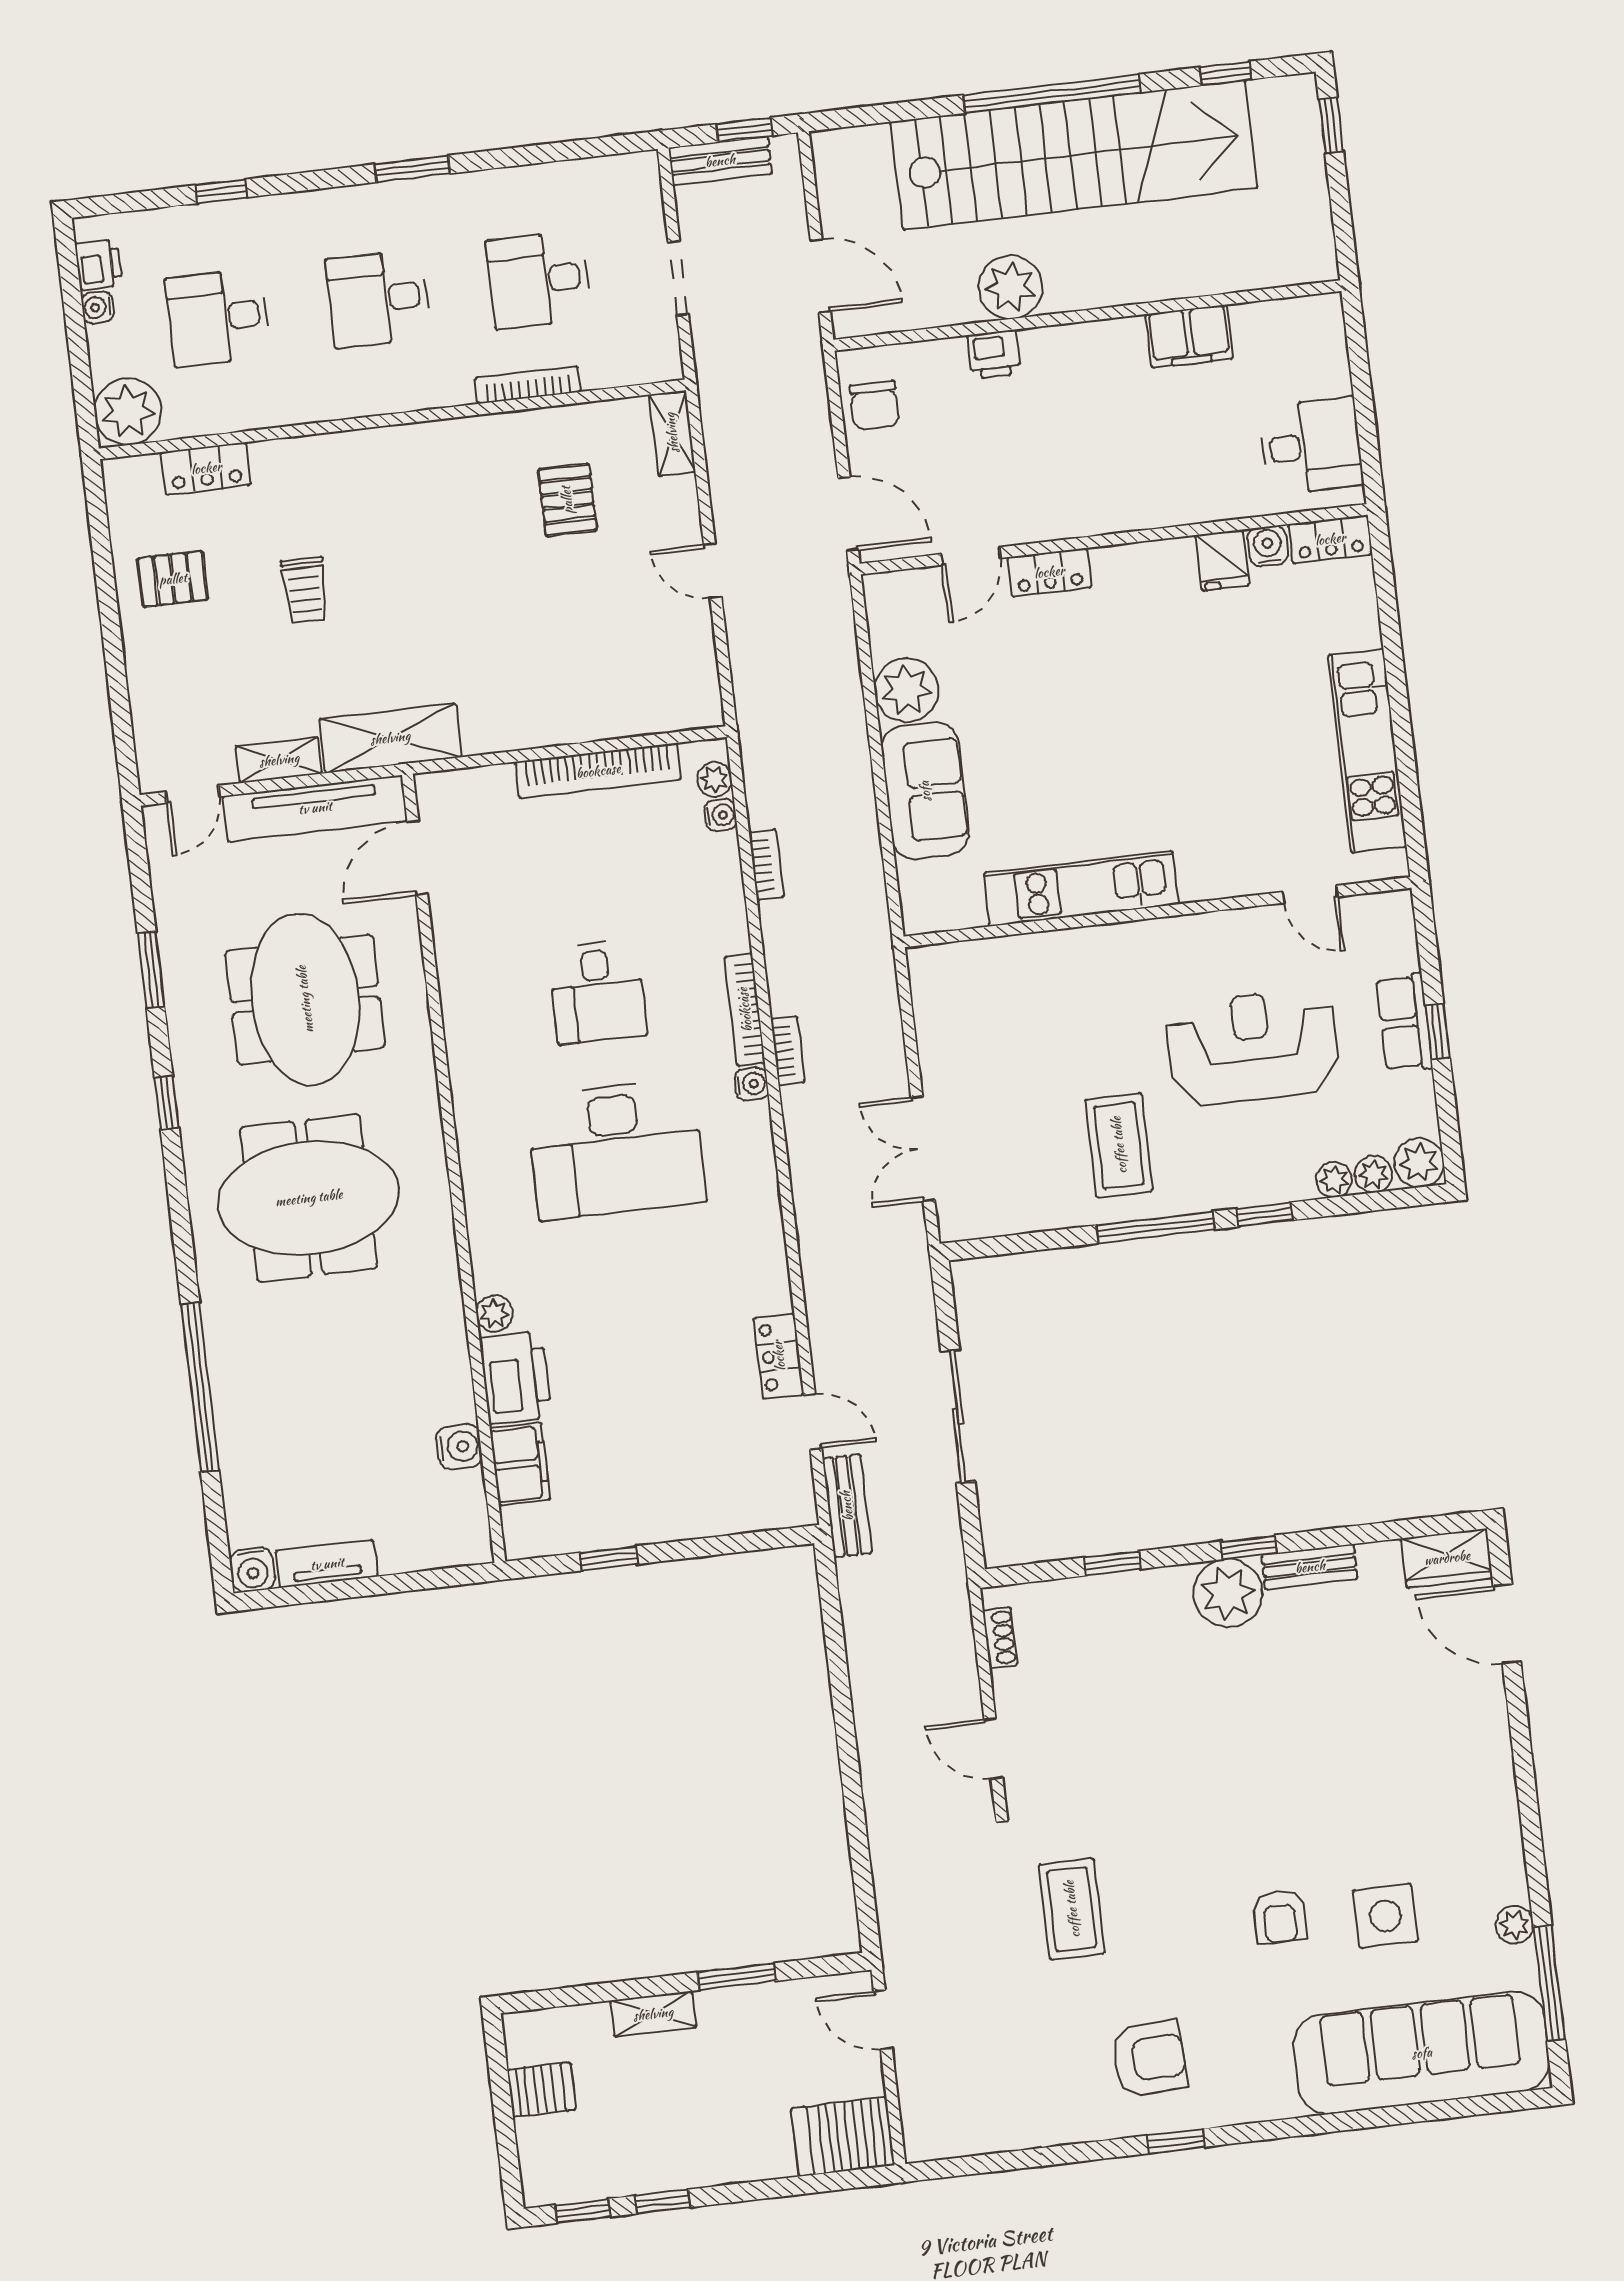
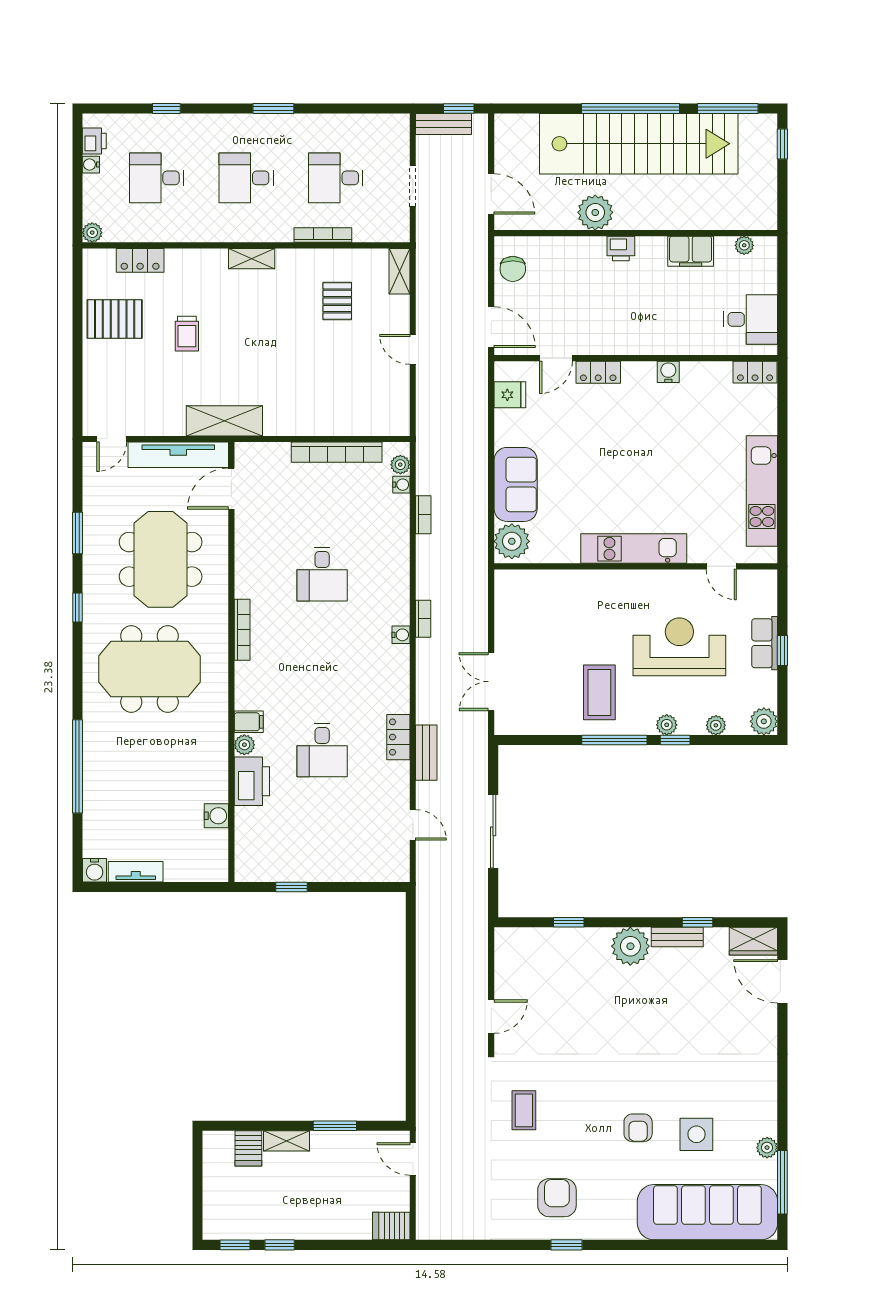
window: (1226, 73) -> (728, 109), width x2.17
plant: (1284, 315) -> (744, 245), added
printer: (994, 354) -> (621, 248), moved
plant: (128, 412) -> (92, 233), width x0.53, depth x0.53
water cooler: (1268, 546) -> (668, 372), moved
fridge: (1222, 560) -> (510, 395), moved, turned -90
pallet: (173, 579) -> (115, 319), width x1.50, depth x1.42
plant: (906, 690) -> (512, 541), moved
shelving: (279, 760) -> (252, 259), moved
kitchen unit: (1081, 889) -> (634, 549), moved
bookcase: (745, 1010) -> (242, 630), moved, turned 180
desk: (616, 1149) -> (322, 750), moved, width x0.53, depth x0.77
plant: (1373, 1174) -> (667, 725), moved
locker: (779, 1356) -> (398, 737), moved
filing cabinet: (520, 1464) -> (249, 722), moved, width x0.50
bench: (847, 1506) -> (426, 753), moved
window: (1249, 1547) -> (698, 922), moved
shoe rack: (1000, 1638) -> (502, 956), removed
door: (993, 1748) -> (491, 1017), swing flipped
coffee table: (1072, 1909) -> (524, 1110), width x0.73, depth x0.77
armchair: (1149, 2059) -> (557, 1198), turned -87
server rack: (542, 2090) -> (248, 1148), moved, turned 90
server rack: (843, 2137) -> (391, 1226), width x0.73, depth x0.70

